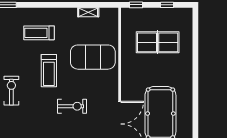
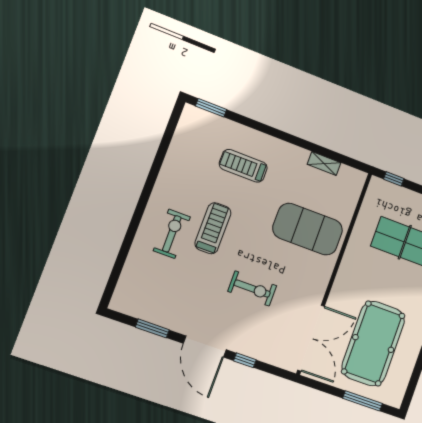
treadmill: (49, 71) -> (213, 228), moved, turned 180

